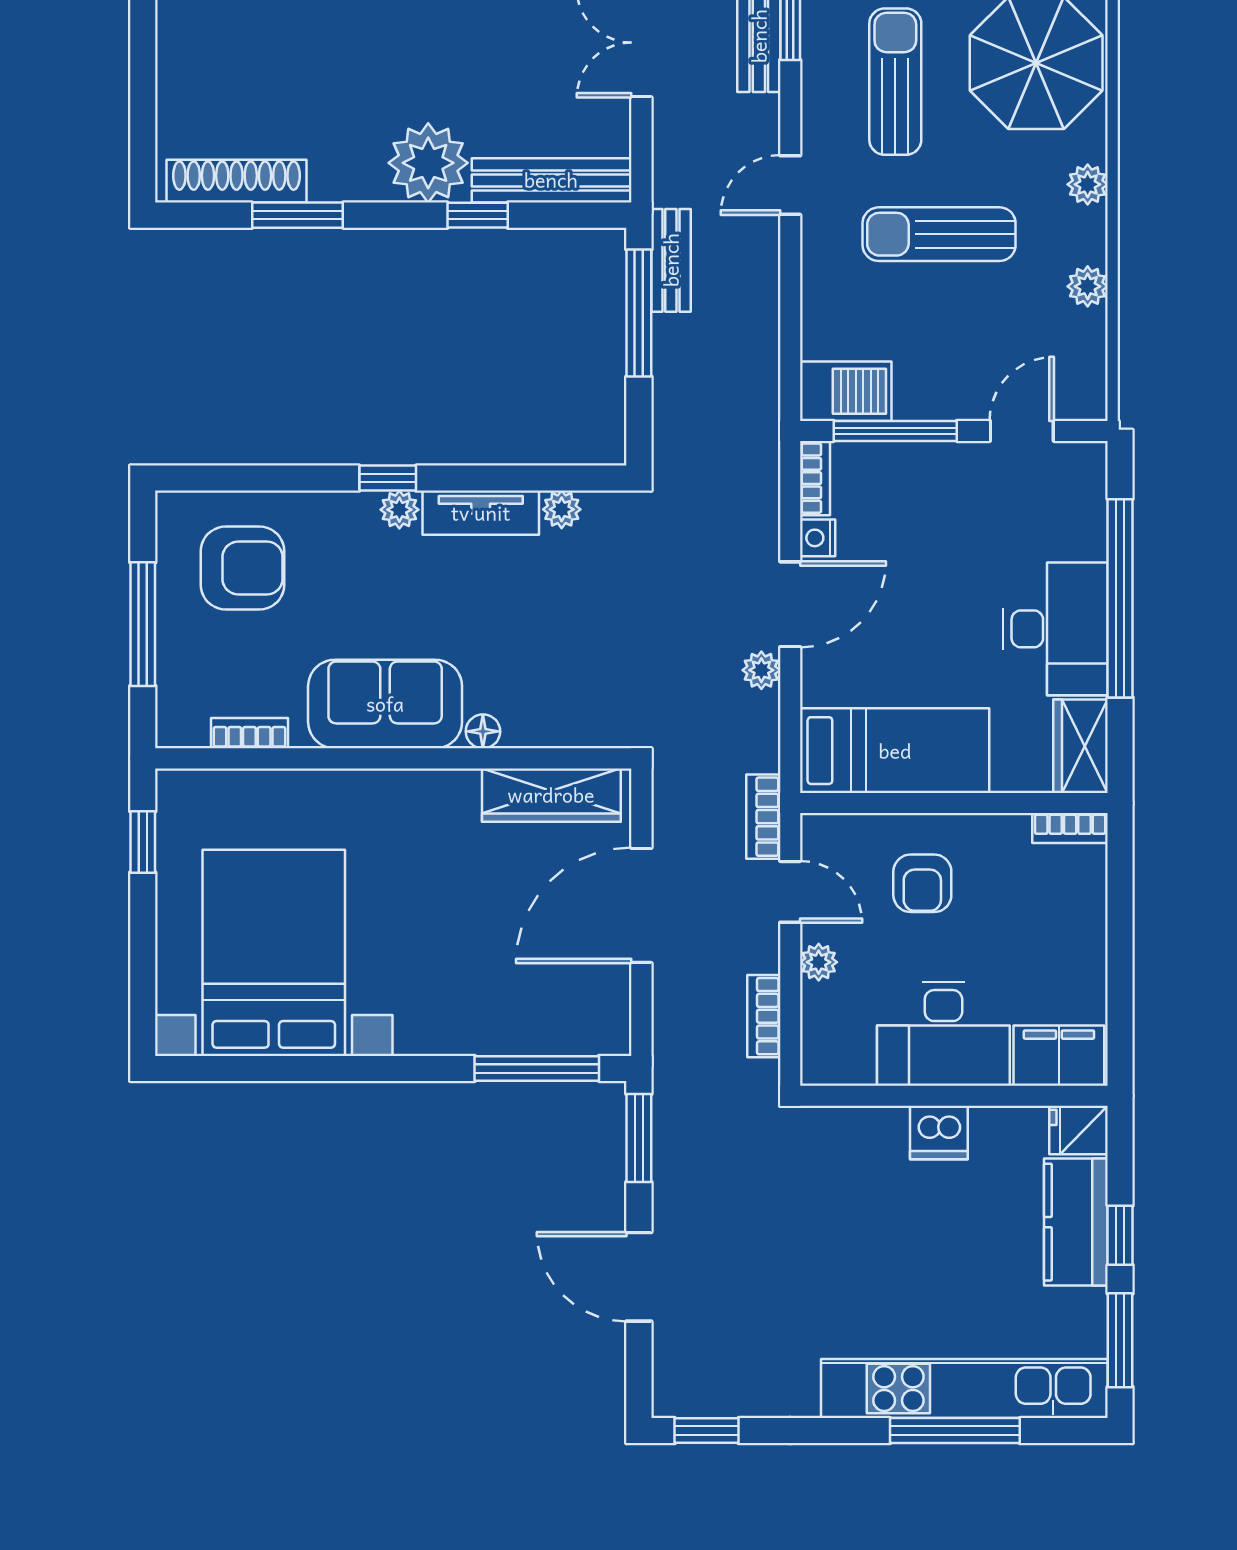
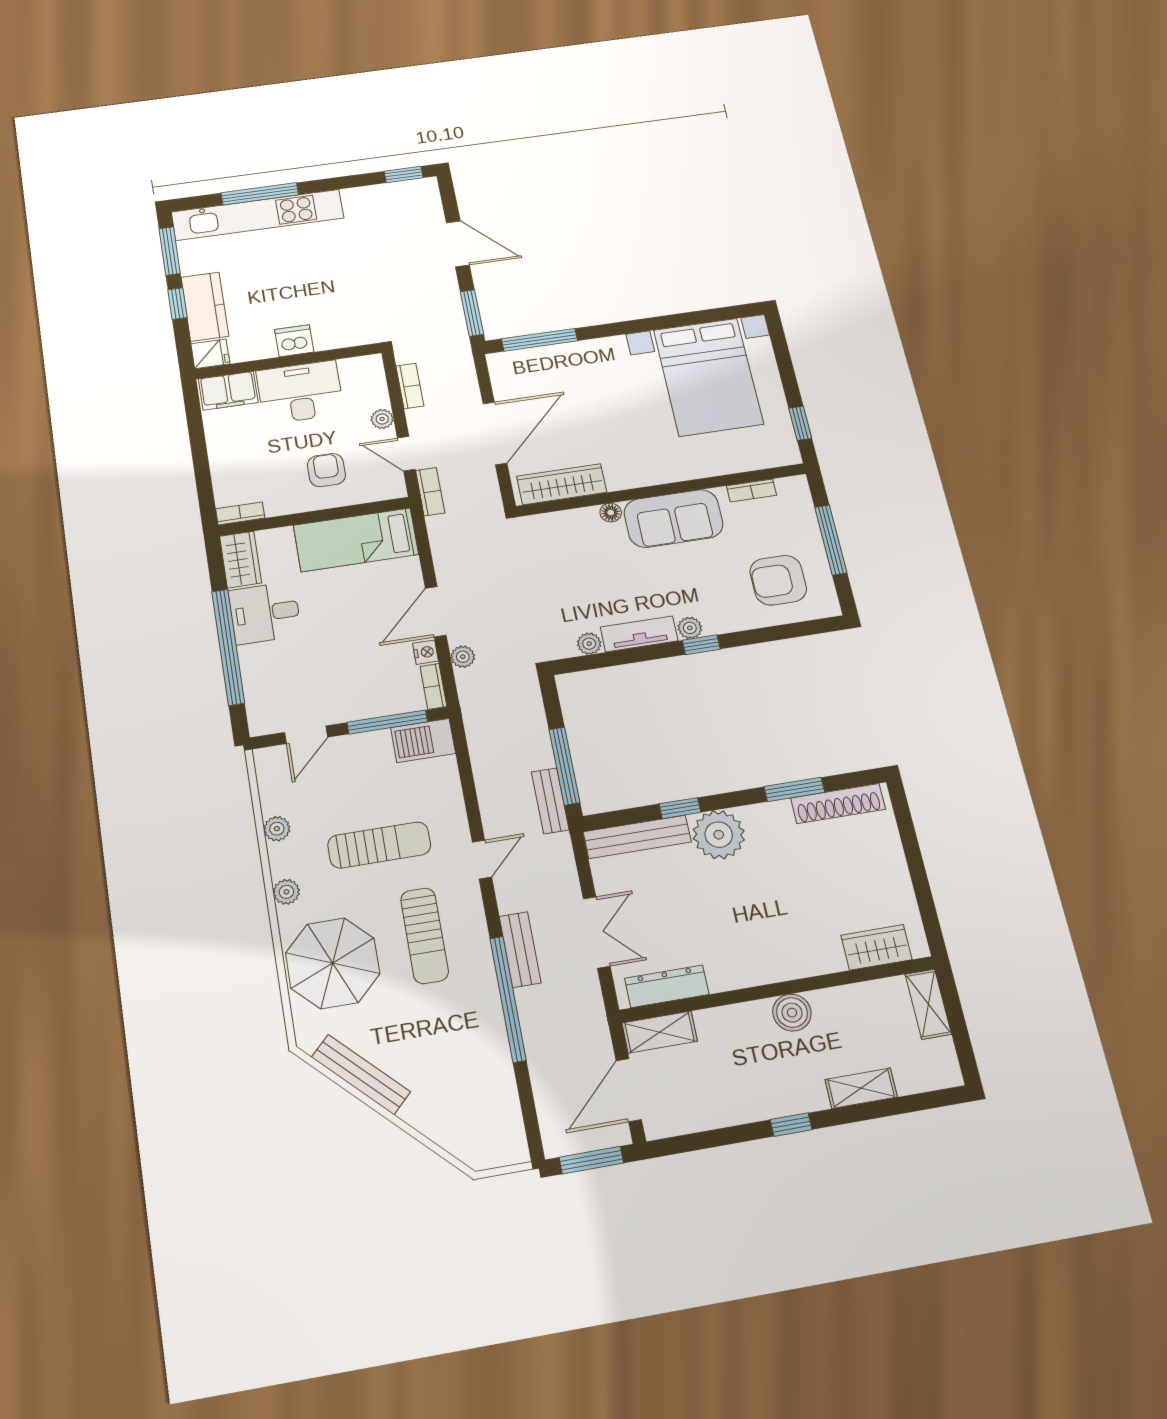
desk: (1055, 629) -> (265, 613), width x0.73
plant: (761, 670) -> (463, 657), moved

